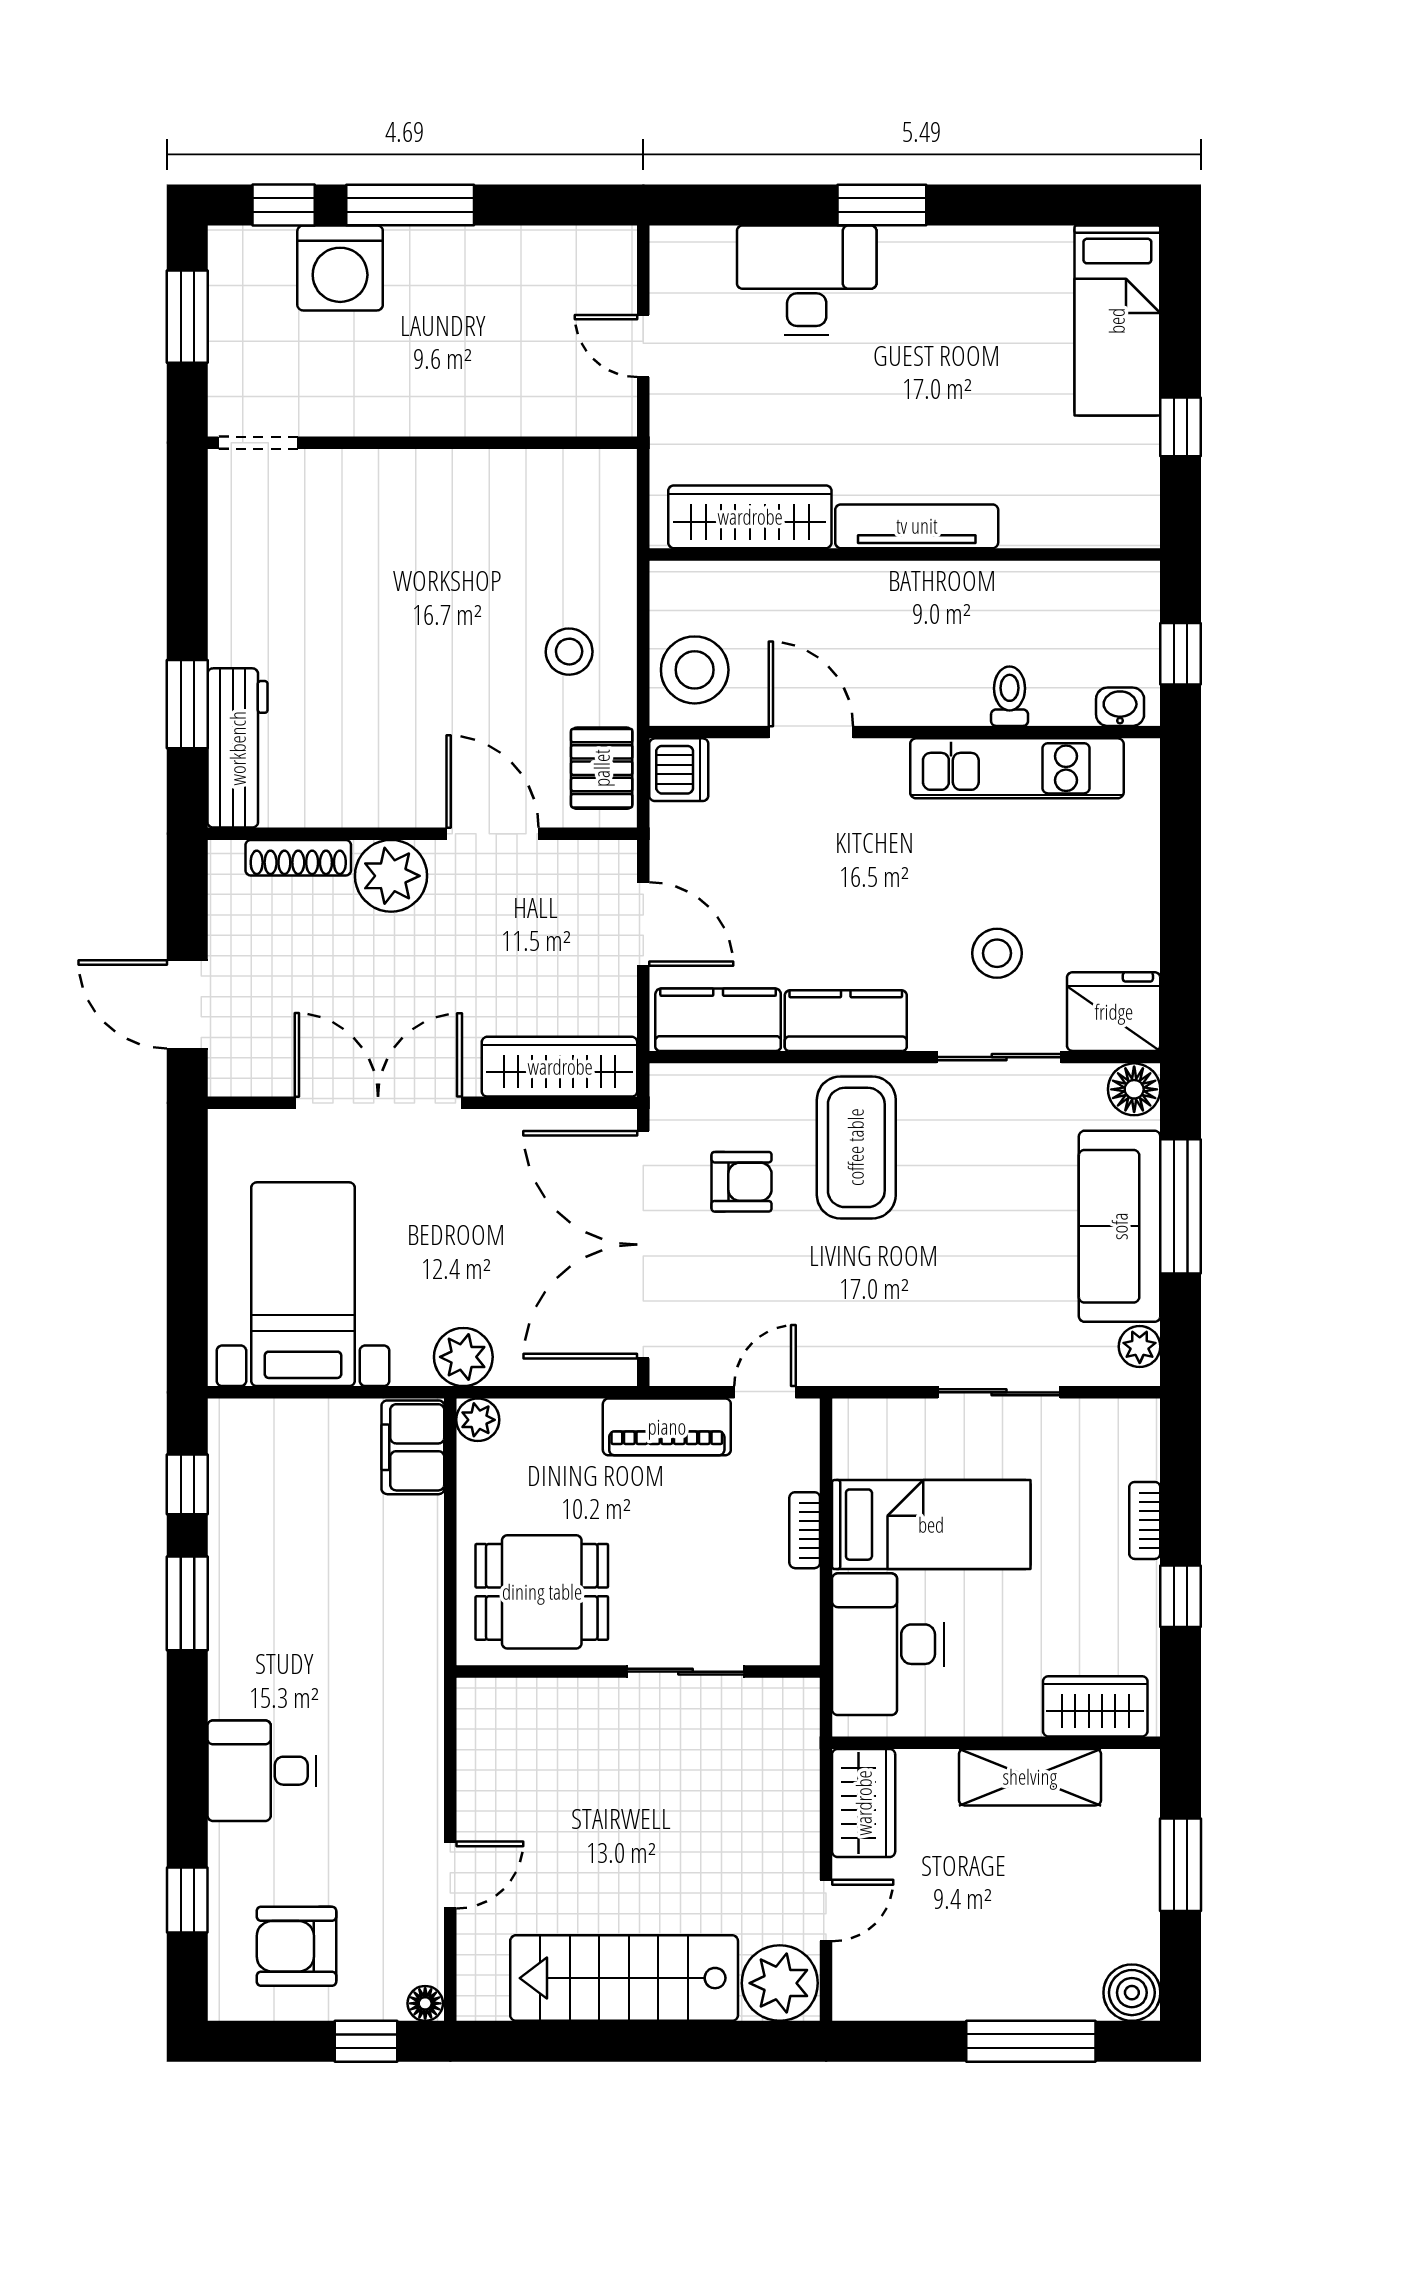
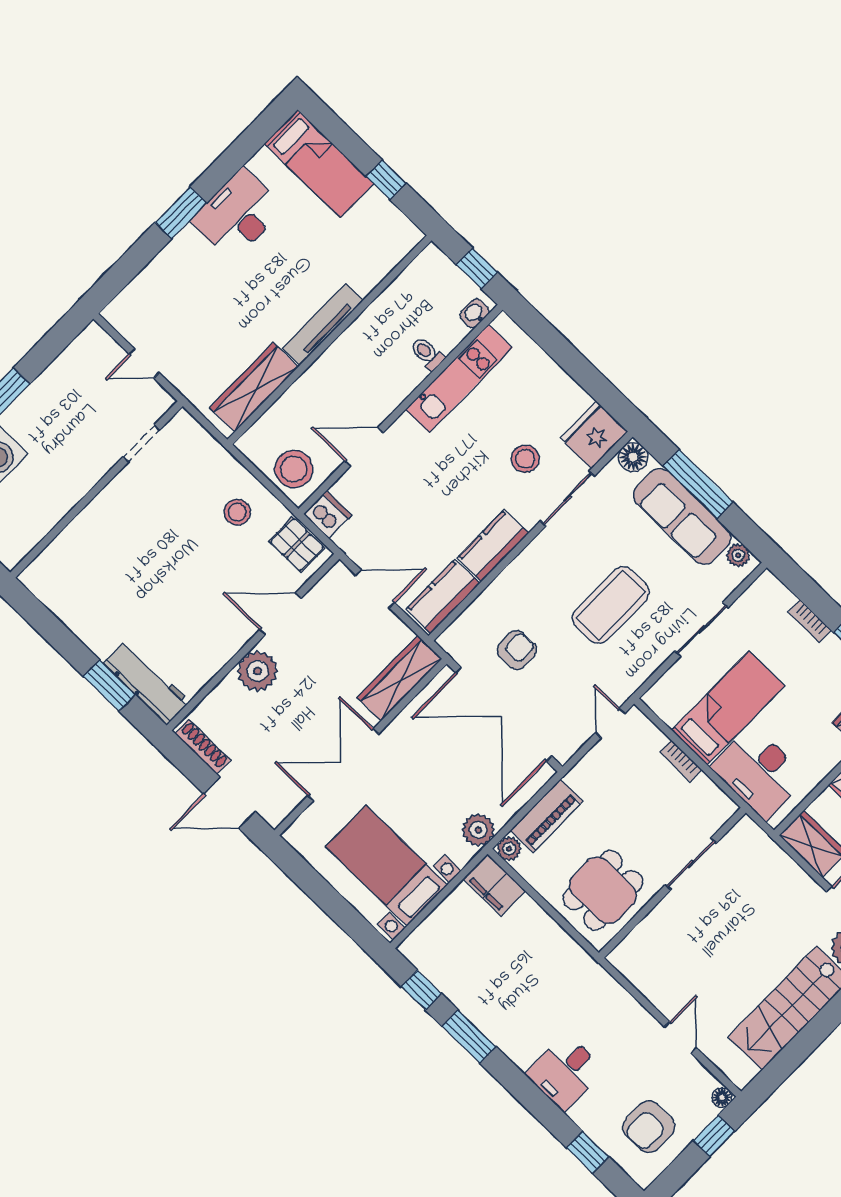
desk: (807, 280) -> (238, 214), moved
doorway: (258, 443) -> (141, 443), moved
shoe rack: (298, 858) -> (203, 747), moved, turned -90
coffee table: (856, 1147) -> (611, 605), moved, turned 90
piano: (667, 1427) -> (547, 816), moved

